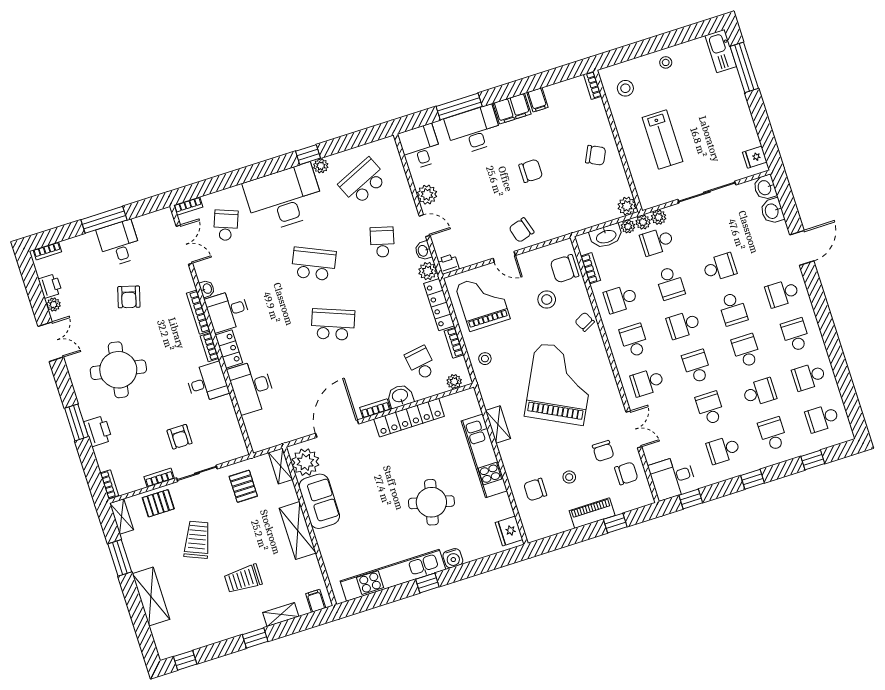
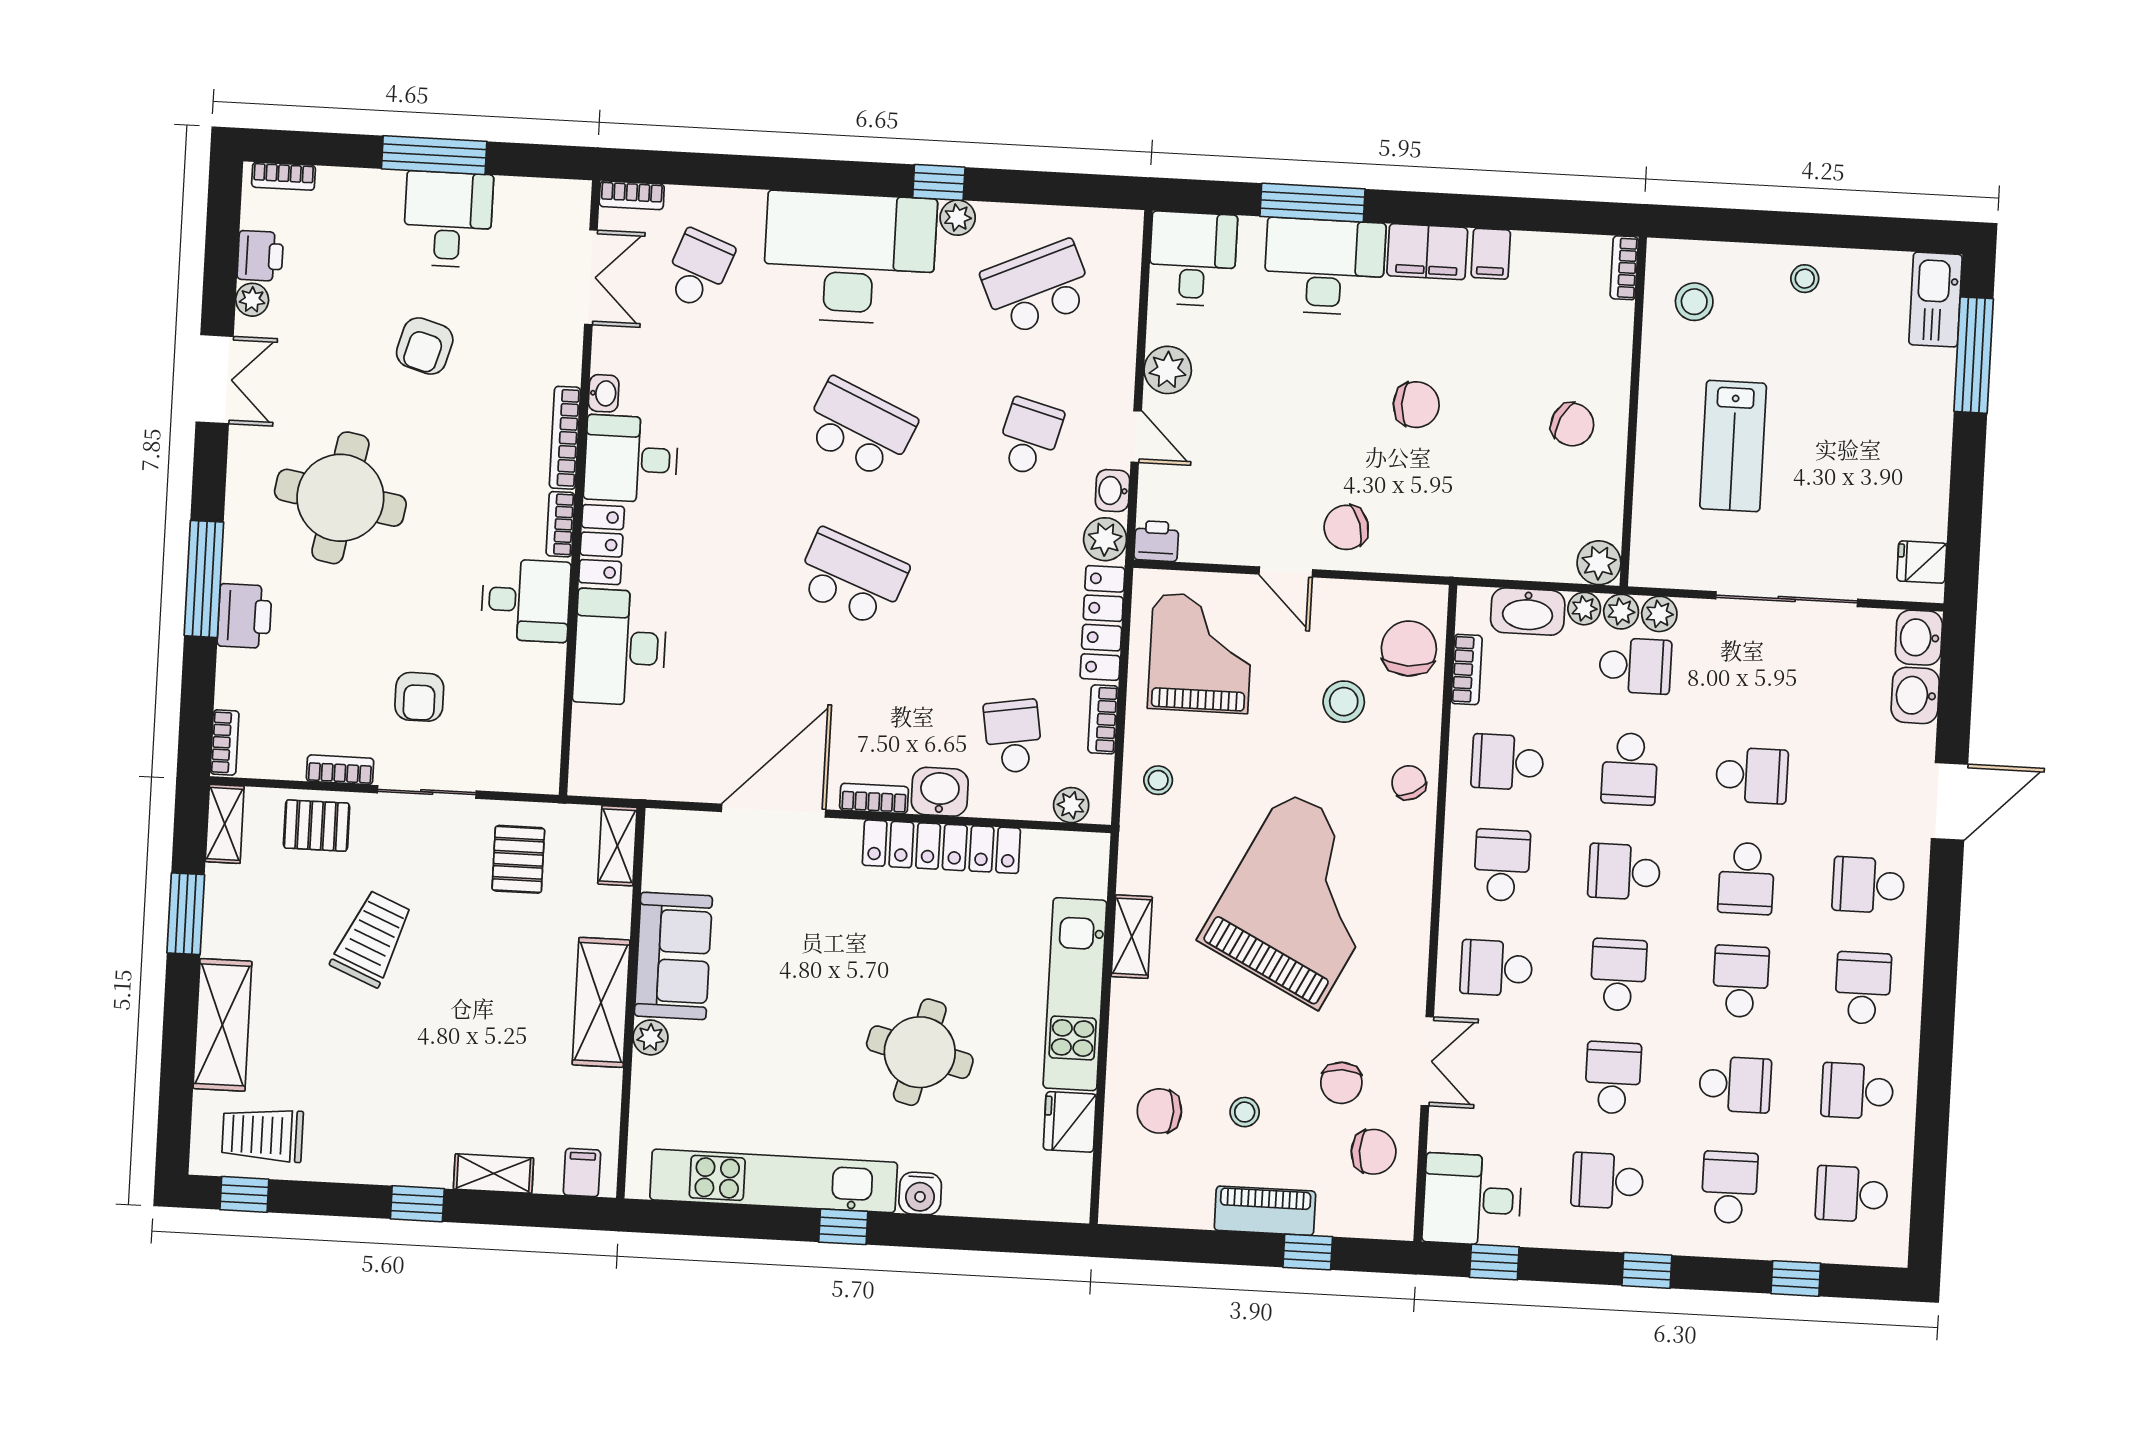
school desk: (657, 241) -> (1635, 666), turned 180
chair: (564, 269) -> (1409, 649), turned 90
window: (76, 422) -> (204, 579), width x1.44
plant: (305, 462) -> (650, 1037), moved, width x0.53, depth x0.53
fridge: (509, 531) -> (1070, 1122), moved
trolley: (243, 579) -> (262, 1135), moved

